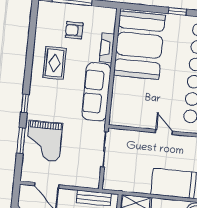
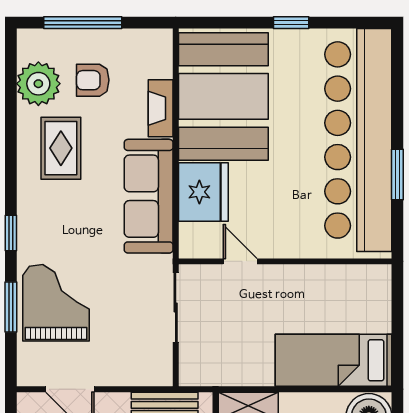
plant: (46, 29) -> (38, 84), added
fridge: (124, 92) -> (203, 192), added
door: (164, 132) -> (240, 261), moved
grand piano: (44, 141) -> (56, 303), turned 180

